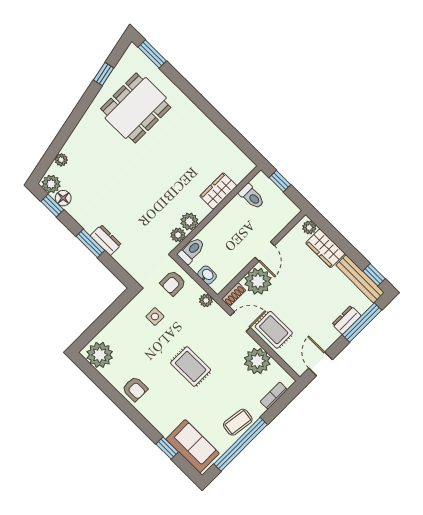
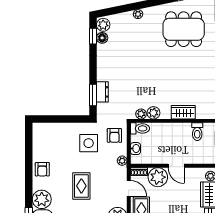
plant: (61, 160) -> (138, 14), moved
dresser: (106, 240) -> (102, 92), moved
window: (90, 243) -> (93, 95), moved
door: (265, 252) -> (176, 166), hinge flipped
armchair: (173, 283) -> (114, 135), turned -90
side table: (155, 317) -> (89, 143), width x1.87, depth x1.87
plant: (100, 355) -> (42, 199), moved

